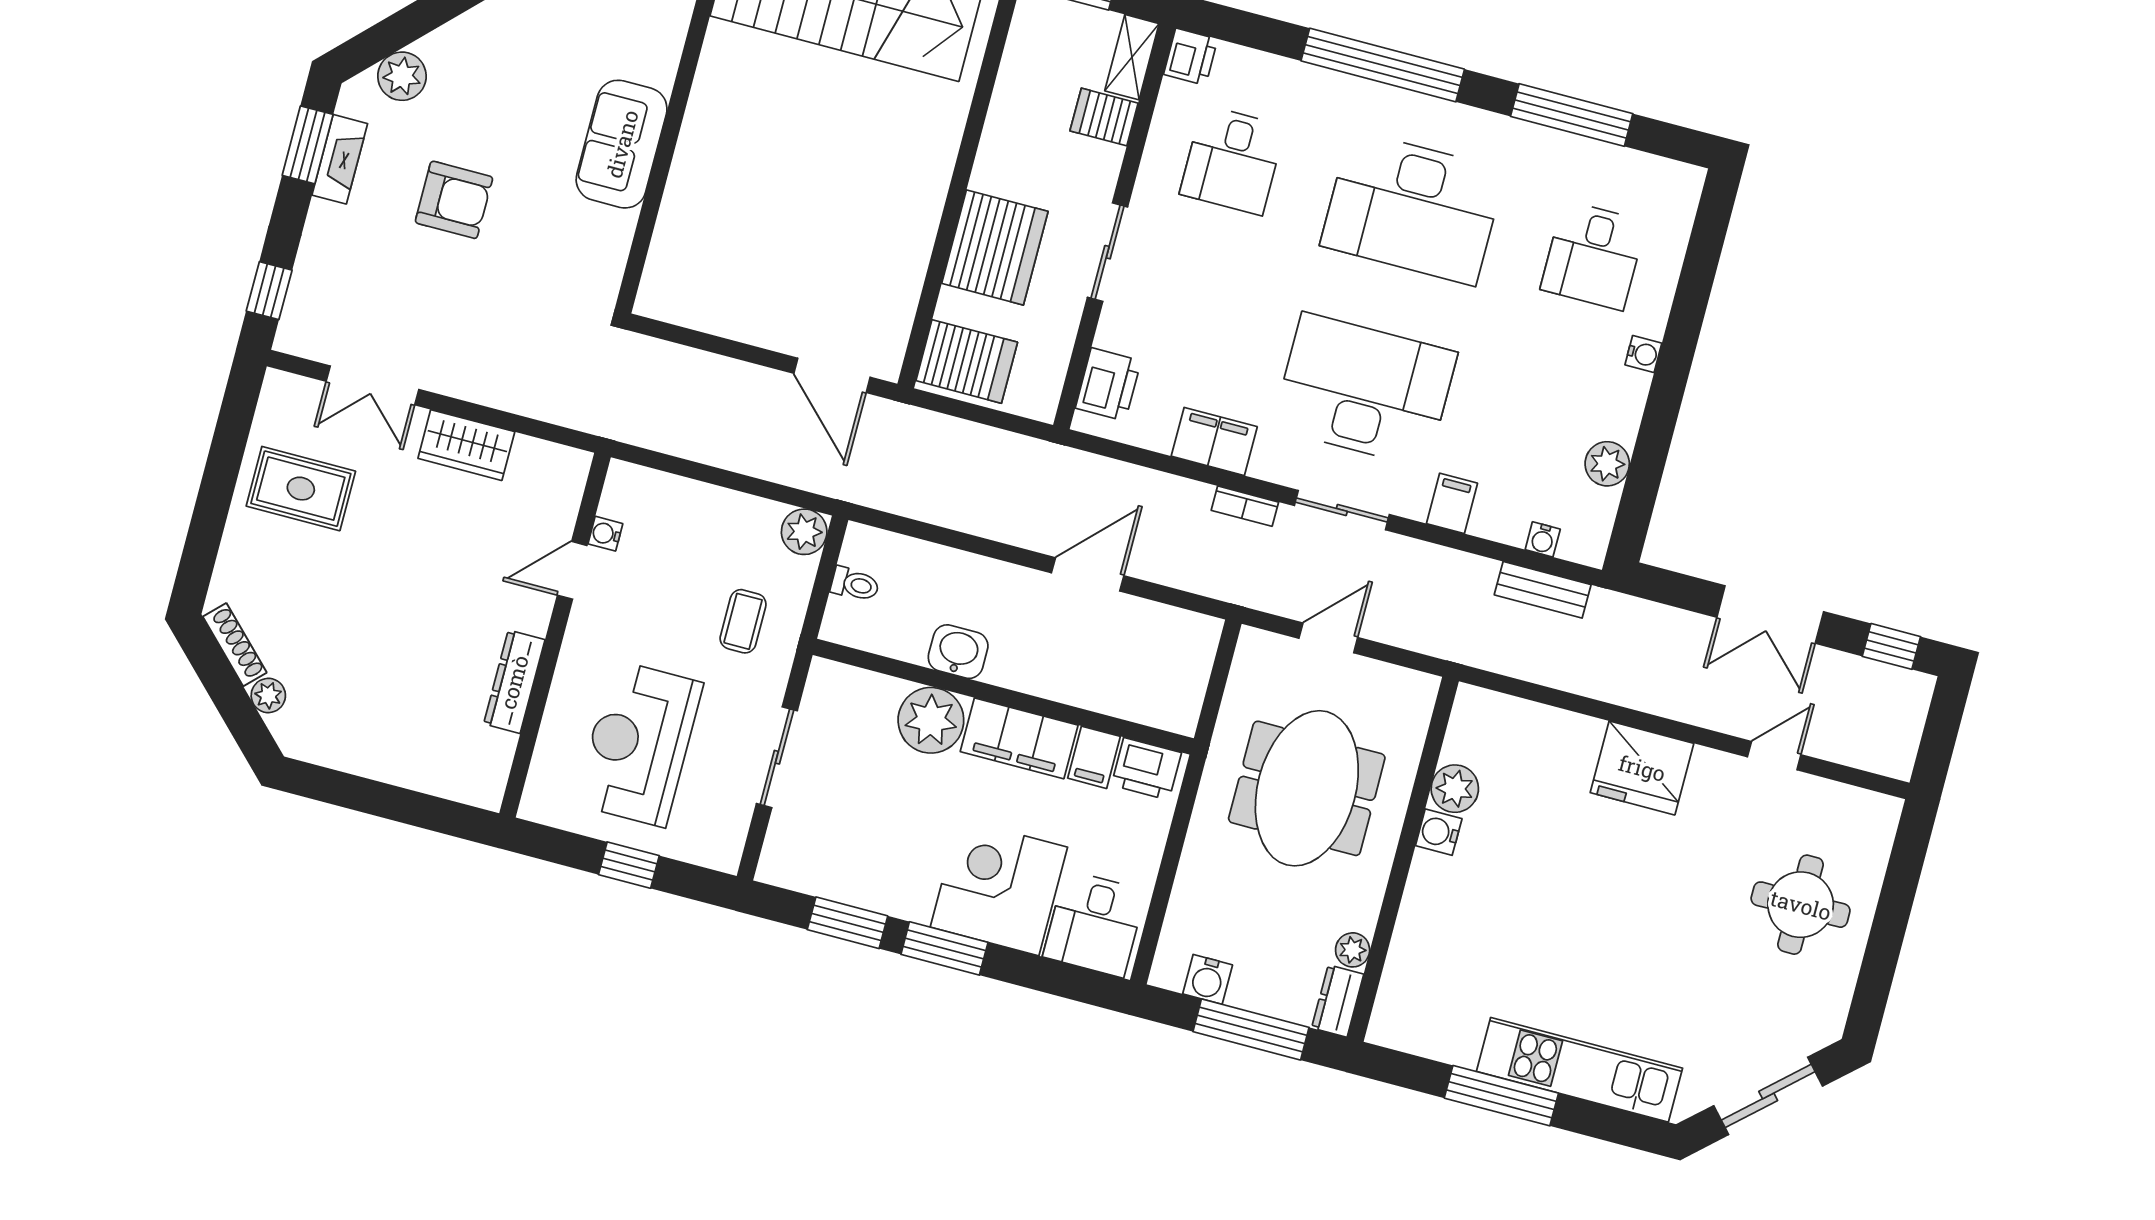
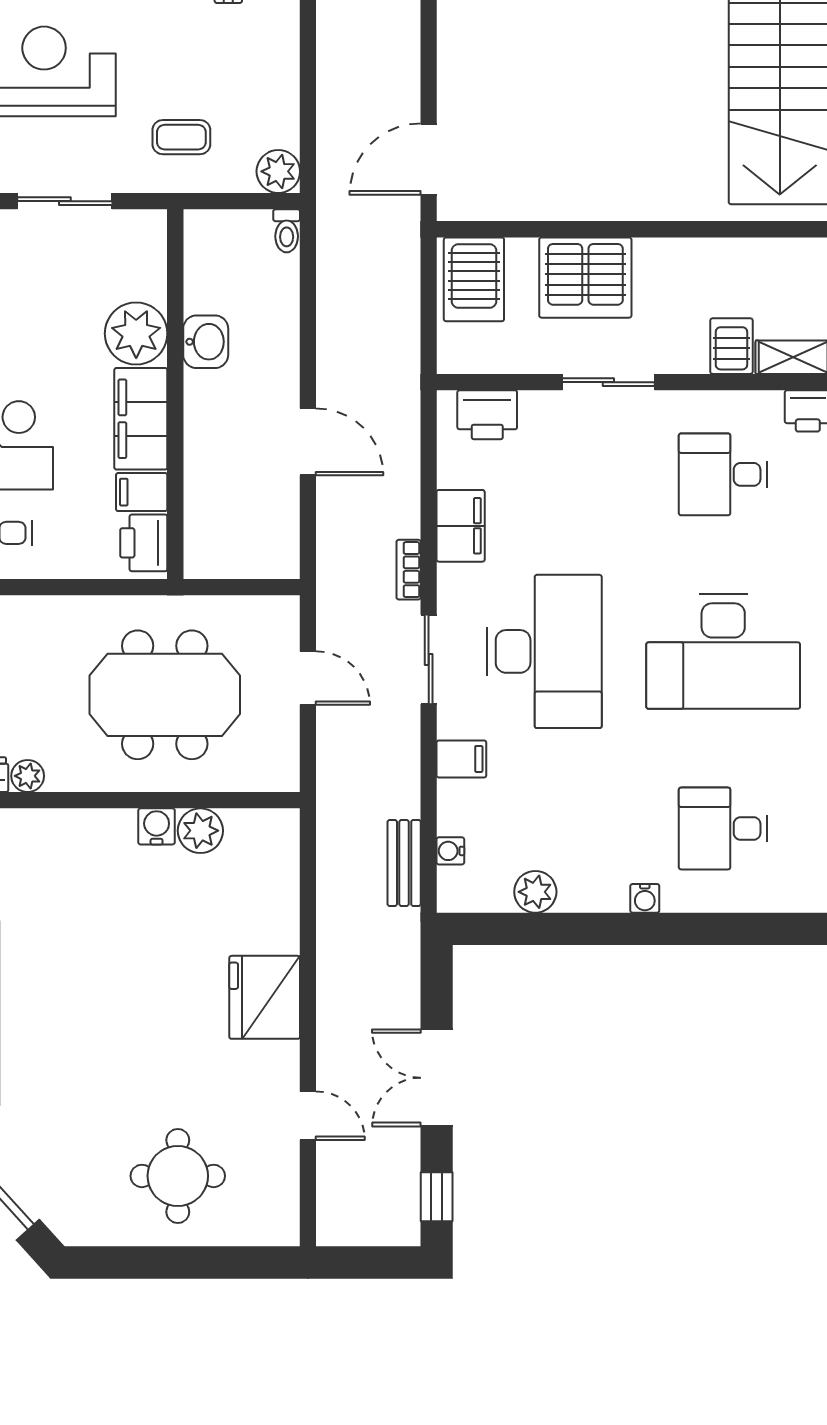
desk: (1413, 208) -> (723, 651), turned -90
toilet: (855, 584) -> (287, 231), moved

